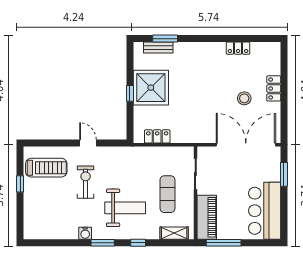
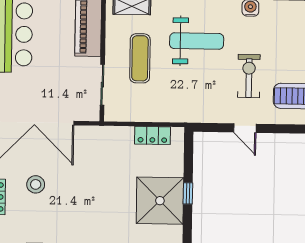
exercise bike: (86, 182) -> (249, 76), turned 180
weight bench: (125, 208) -> (197, 41), turned 180

